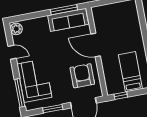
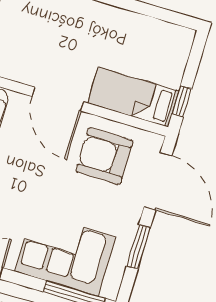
door: (96, 45) -> (58, 99), hinge flipped
bed: (130, 72) -> (133, 97), moved

